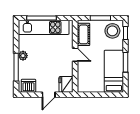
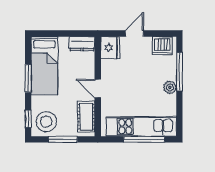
dresser: (87, 87) -> (82, 44), added

